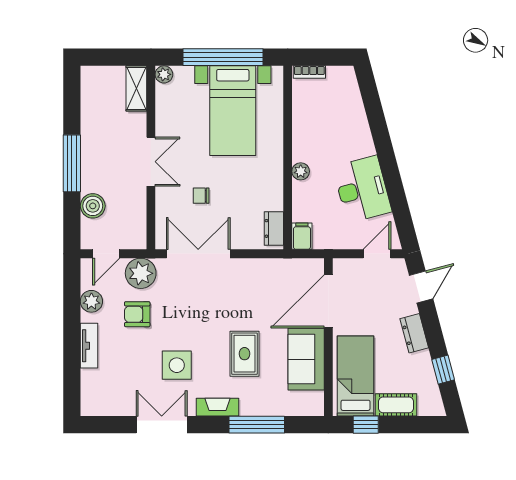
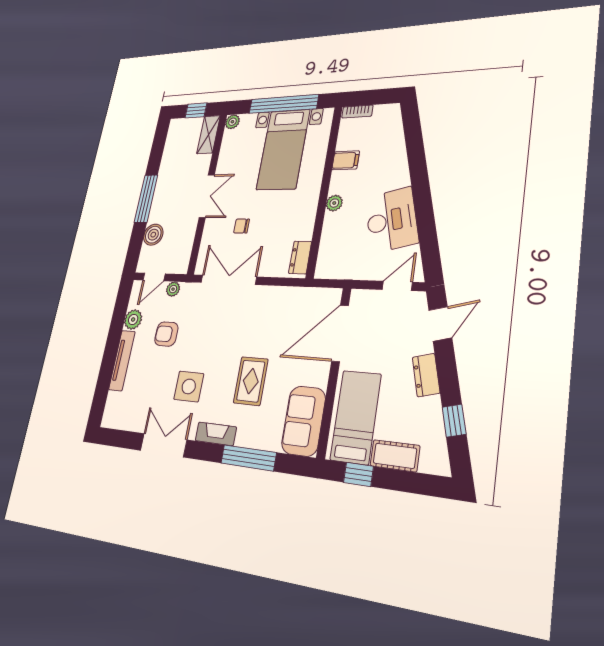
window: (113, 57) -> (196, 110), added
filing cabinet: (302, 236) -> (346, 160), moved, turned 90
plant: (141, 273) -> (173, 289), width x0.53, depth x0.53
tv unit: (89, 346) -> (122, 360), width x1.41
sofa: (306, 359) -> (304, 421), moved

